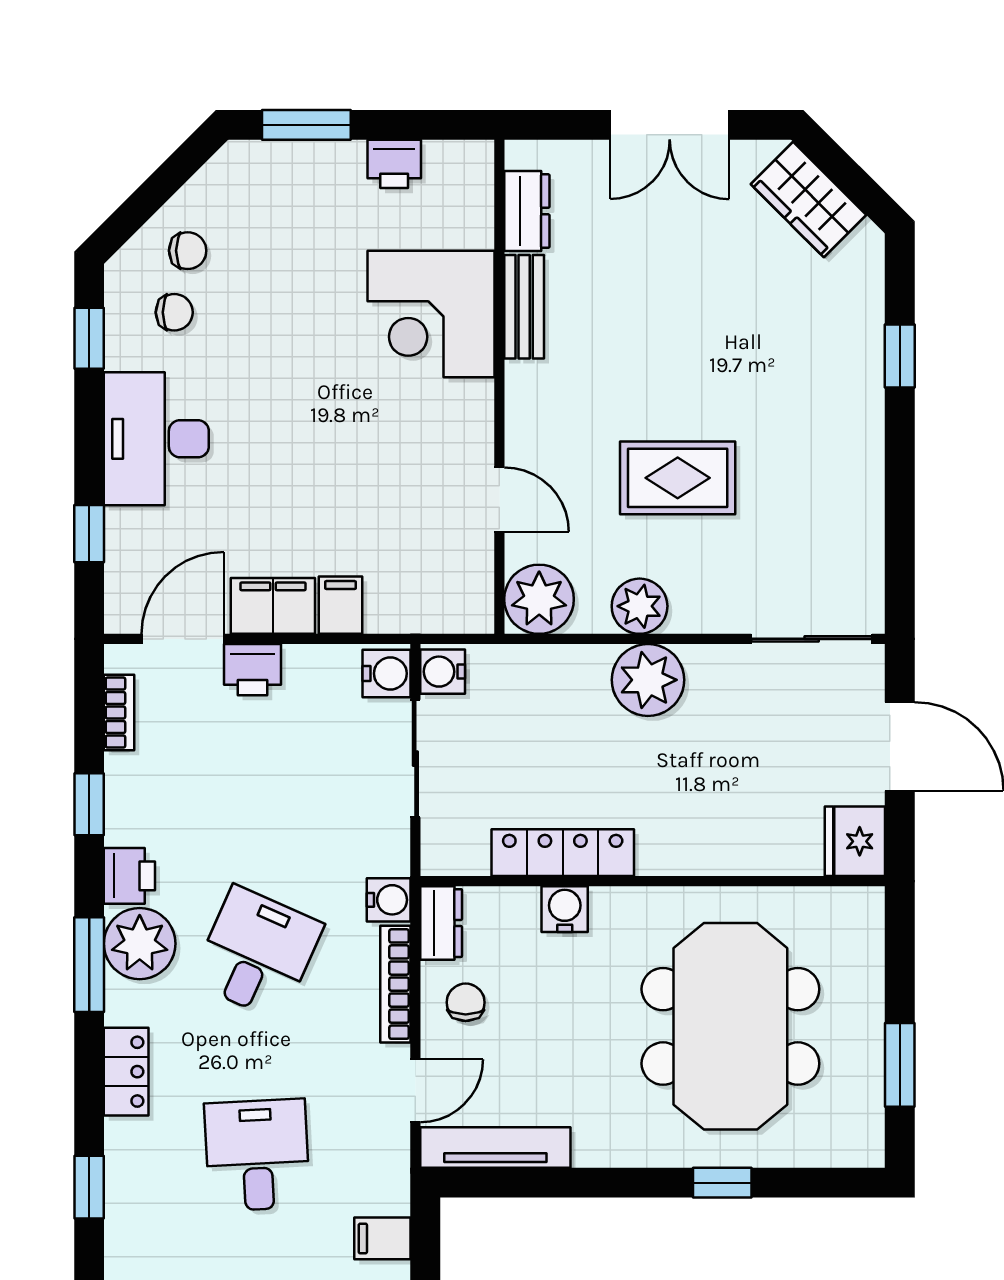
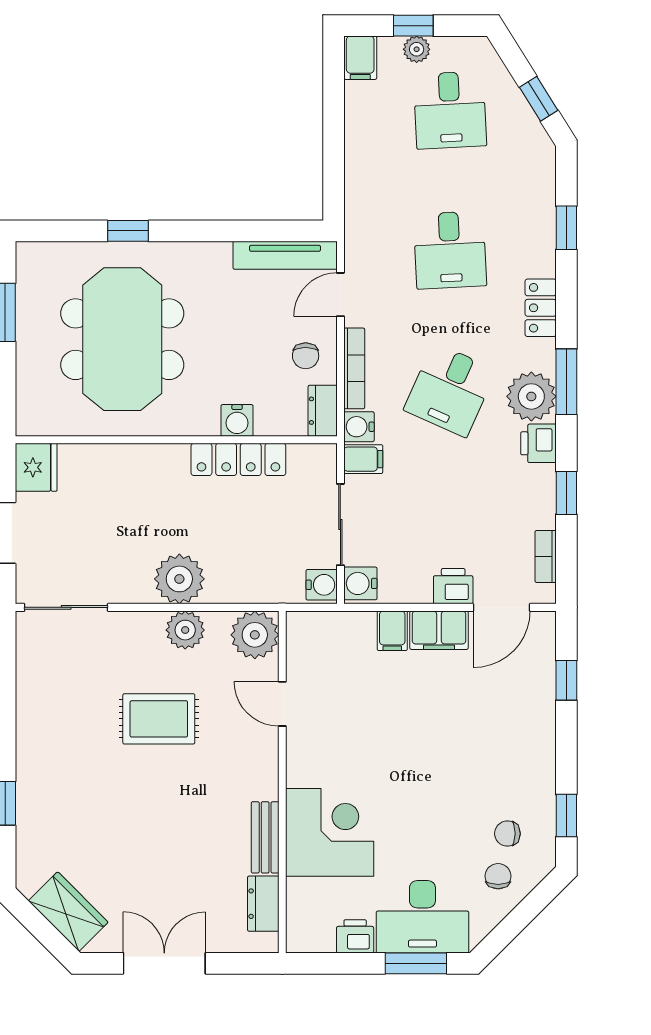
chair: (188, 251) -> (498, 876), turned 90
desk: (156, 439) -> (422, 917), moved, turned 90
filing cabinet: (382, 1238) -> (363, 459), moved

